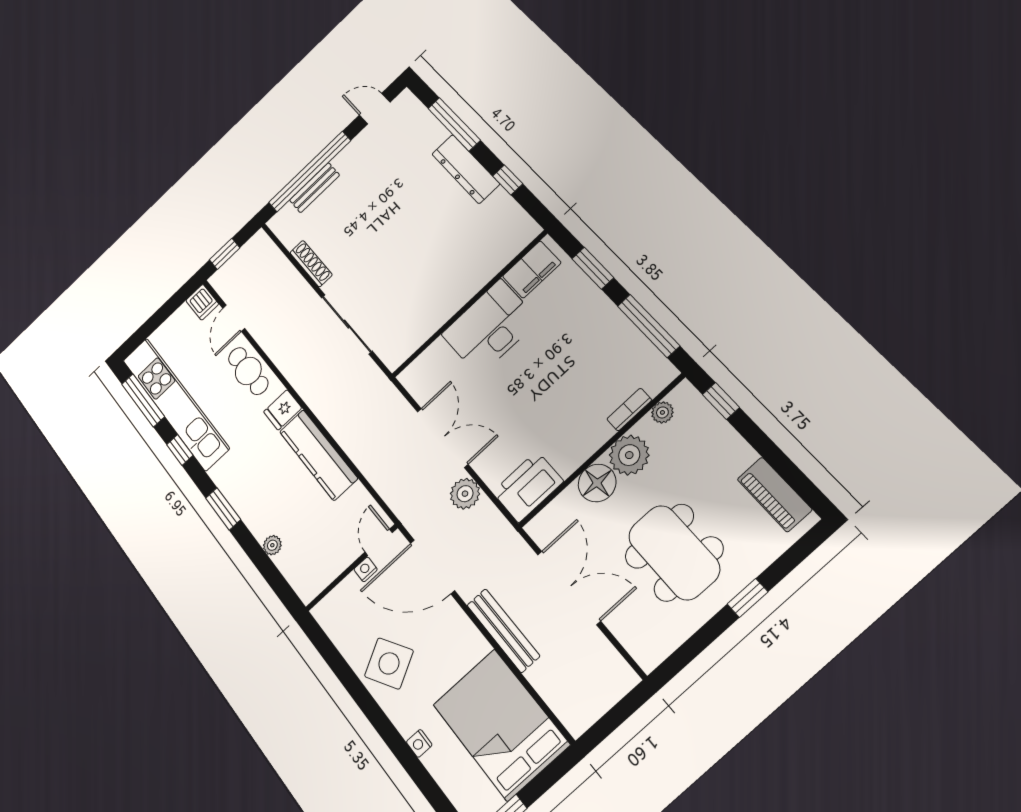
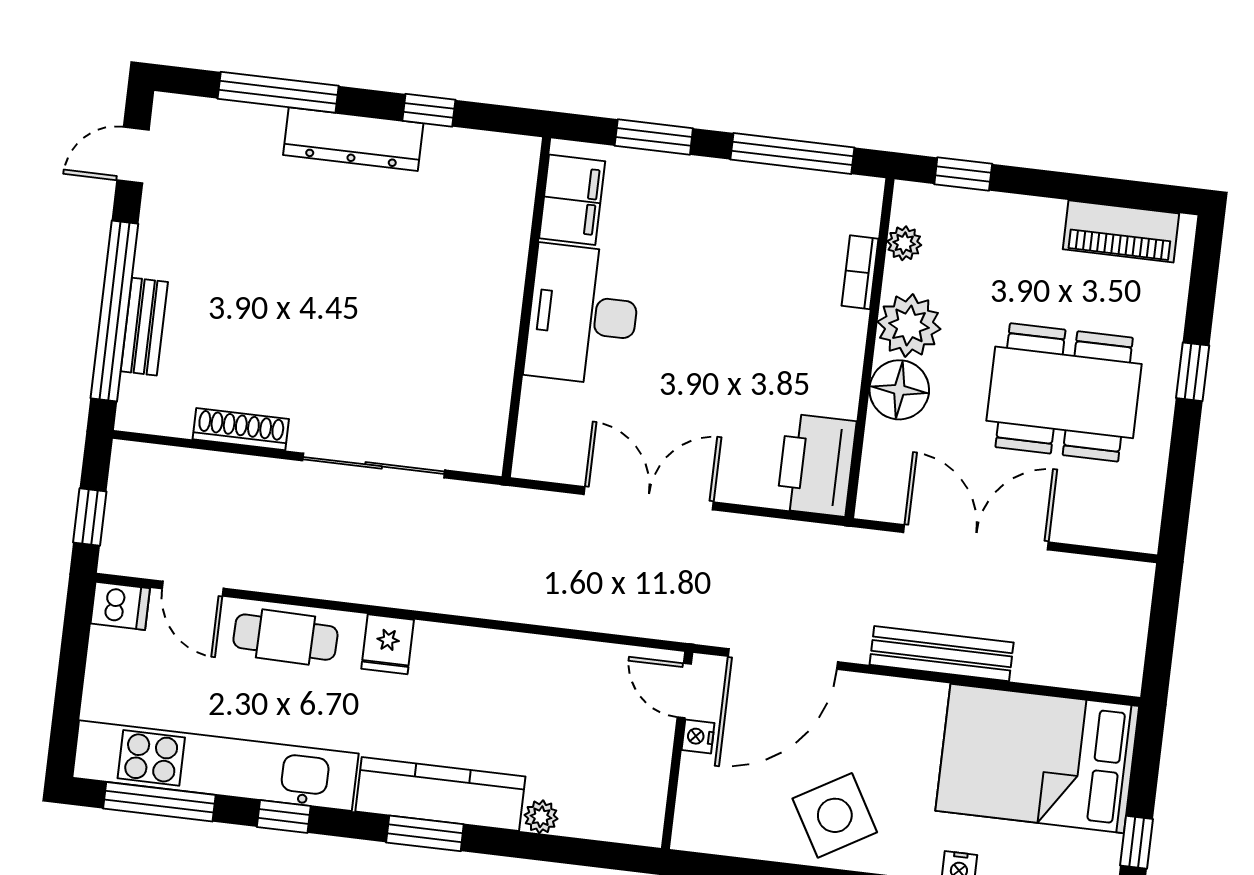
kitchen counter: (318, 455) -> (440, 794), moved, turned 180
plant: (465, 494) -> (743, 540), removed

